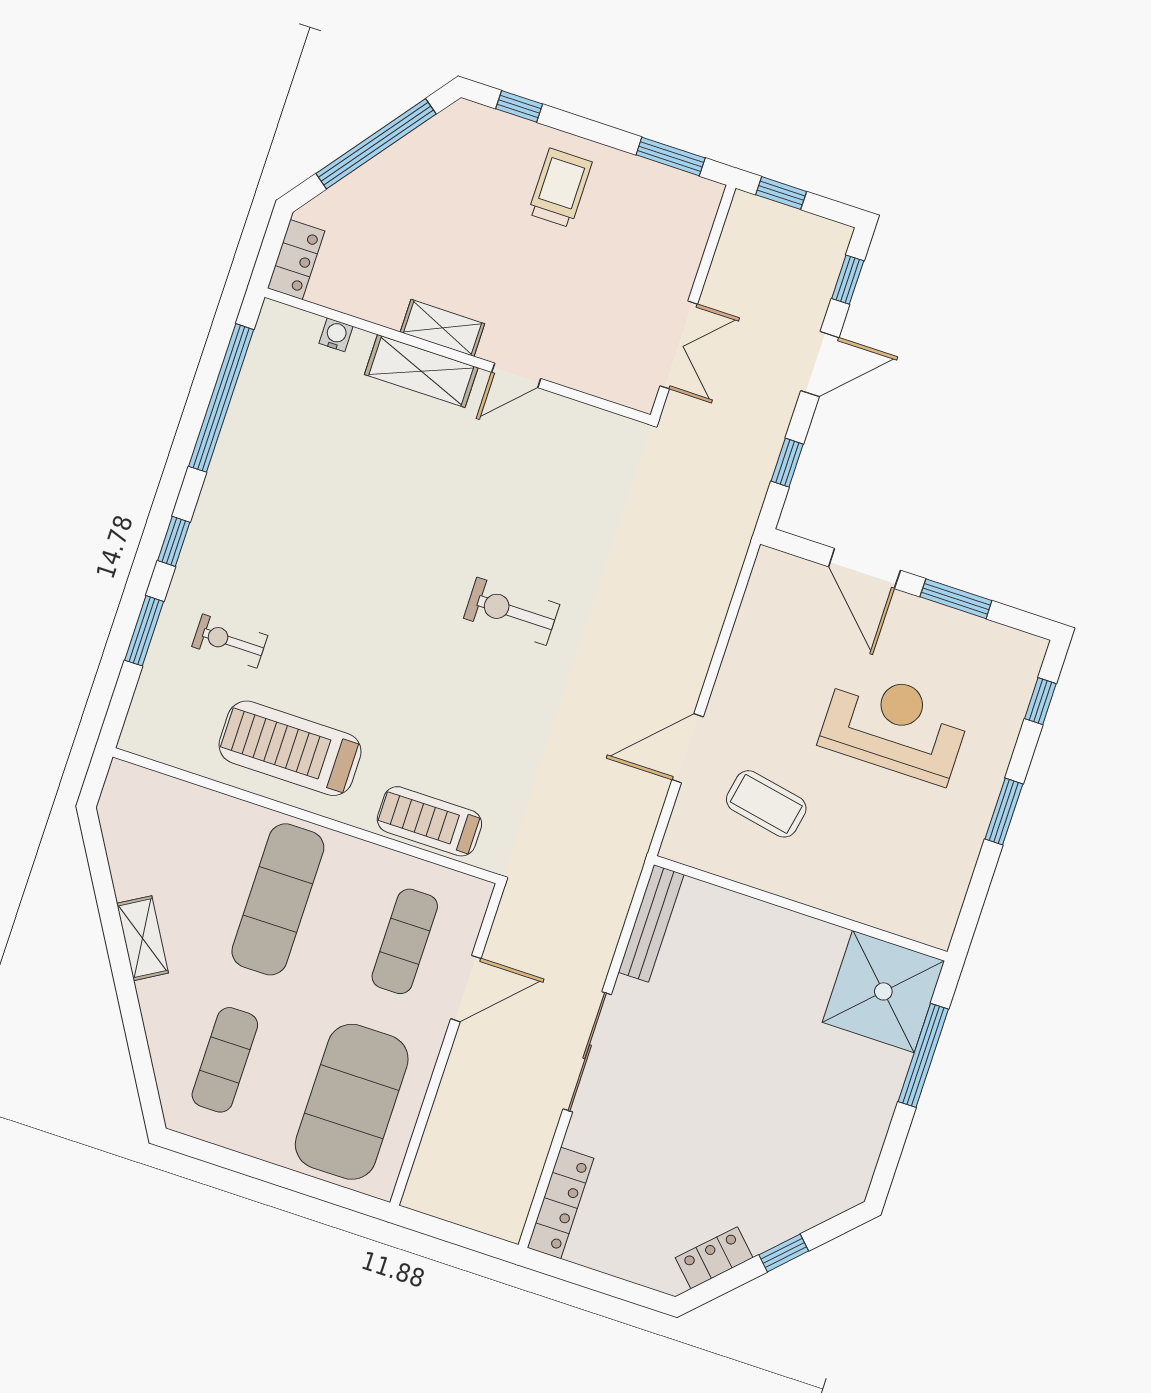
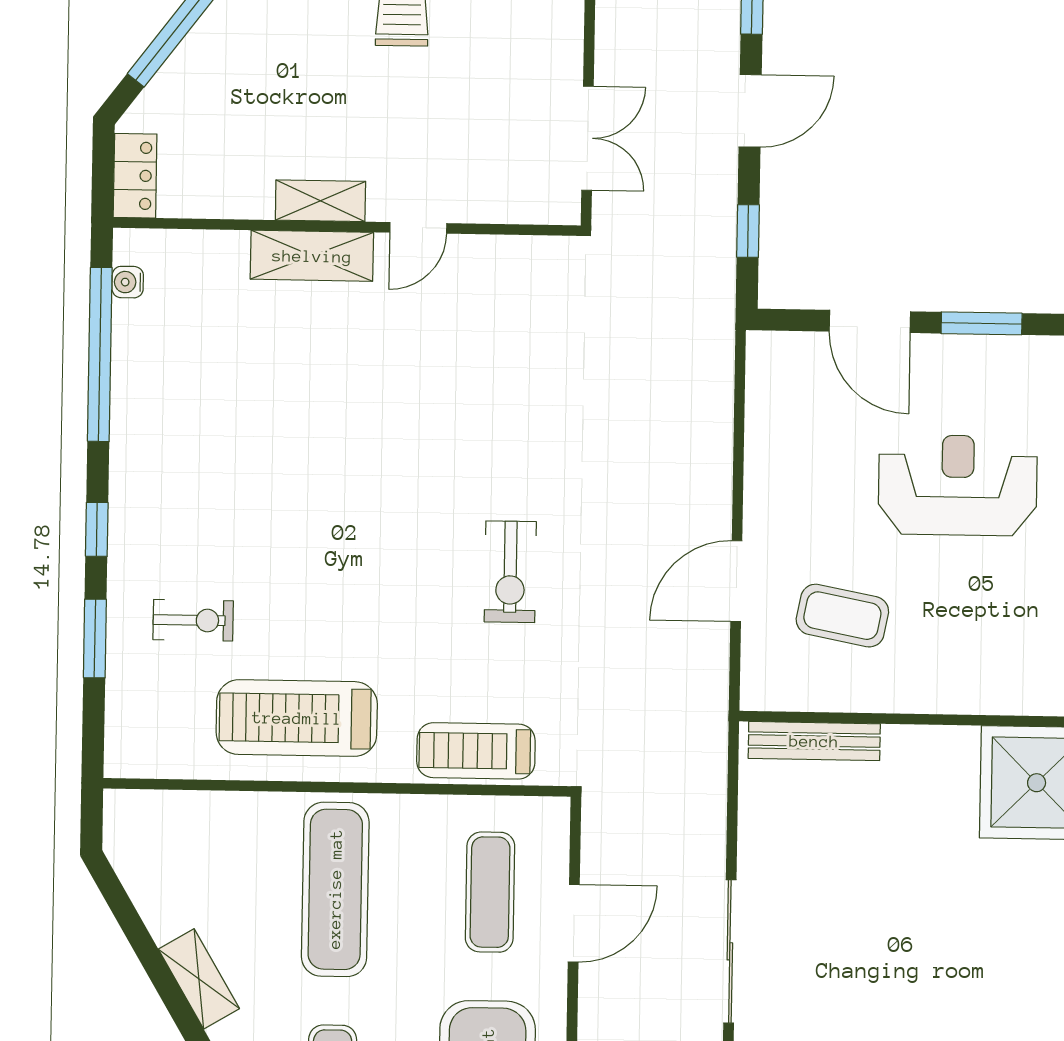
water cooler: (336, 335) -> (128, 282), moved, turned -90
exercise bike: (512, 611) -> (510, 572), moved, turned -90
exercise bike: (230, 641) -> (193, 620), turned 180
bench: (651, 923) -> (814, 741), moved, turned 90

